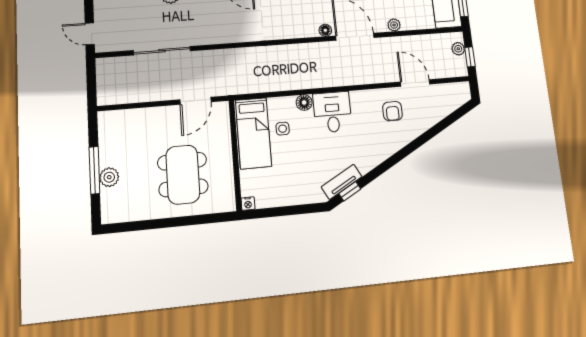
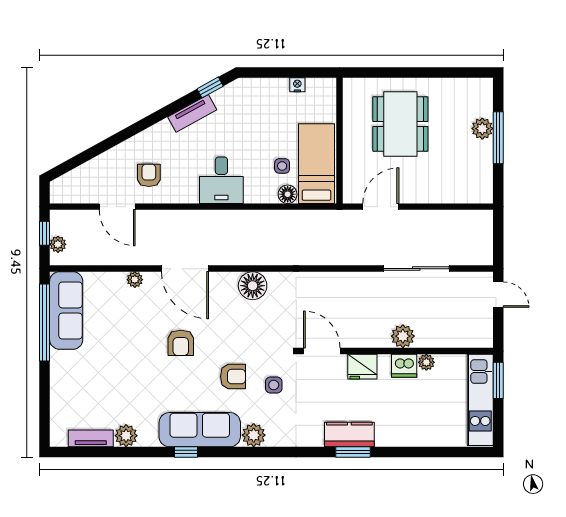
floor lamp: (325, 30) -> (253, 286), moved, width x1.89, depth x1.89
floor lamp: (304, 102) -> (288, 194), moved
tv unit: (342, 182) -> (192, 113), moved
nightstand: (248, 204) -> (297, 85), moved

